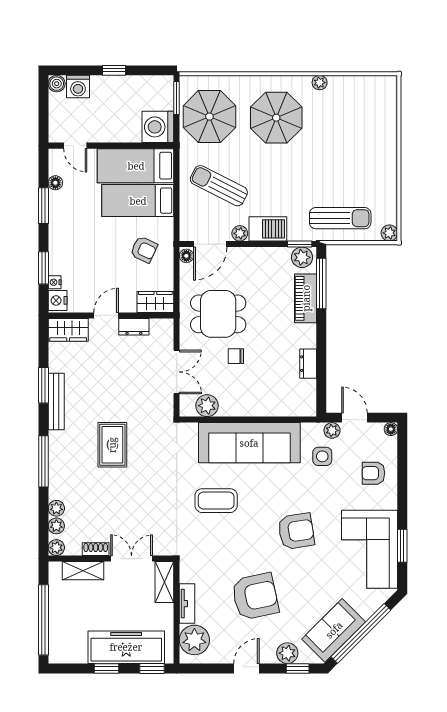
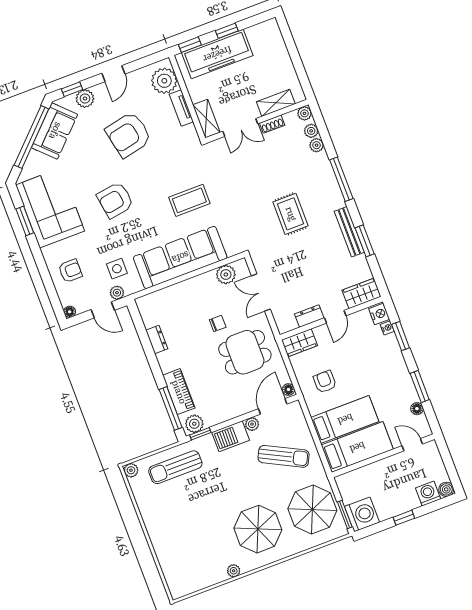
washing machine: (158, 127) -> (362, 514), moved
armchair: (144, 249) -> (325, 382), turned 65
window: (43, 620) -> (293, 51), removed

